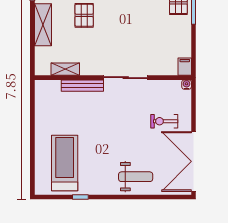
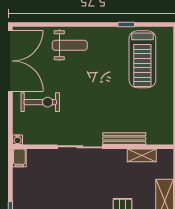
exercise bike: (164, 121) -> (40, 102), width x1.38, depth x1.39
weight bench: (136, 177) -> (70, 45), turned 180

